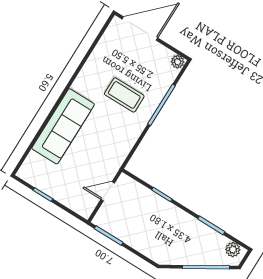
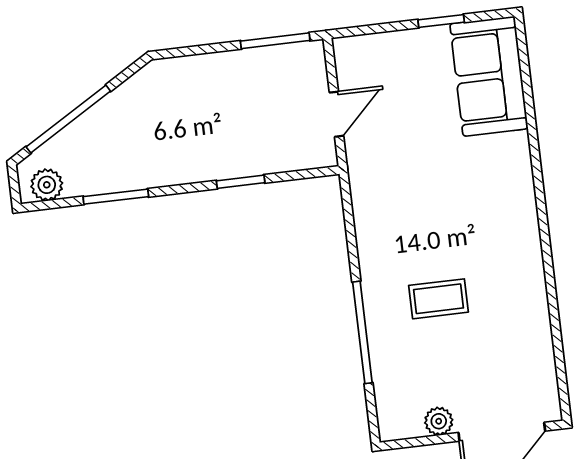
plant: (178, 62) -> (439, 421), moved
coffee table: (124, 95) -> (439, 299), width x0.73, depth x0.77
sofa: (63, 126) -> (489, 76), moved, width x0.73

